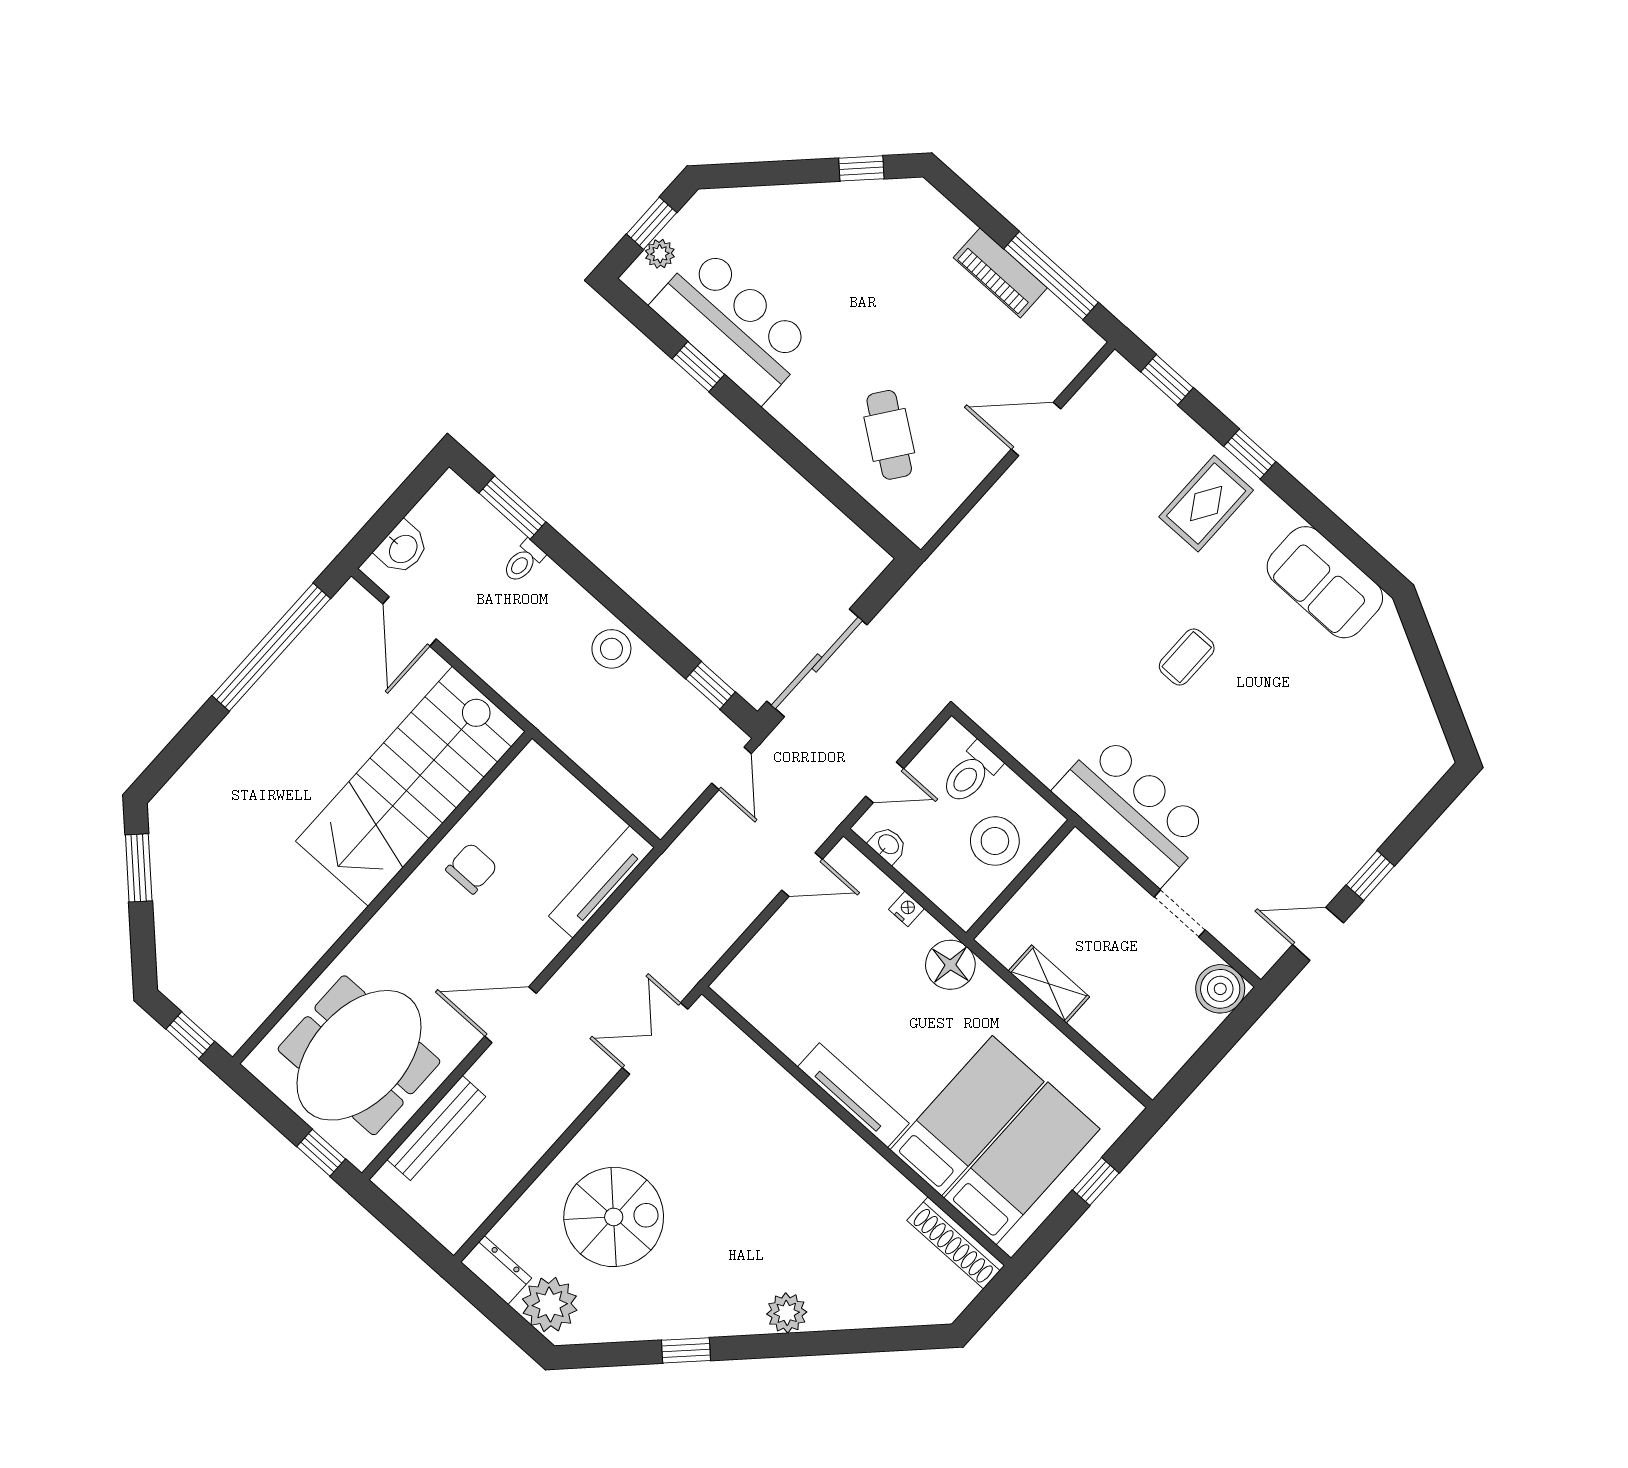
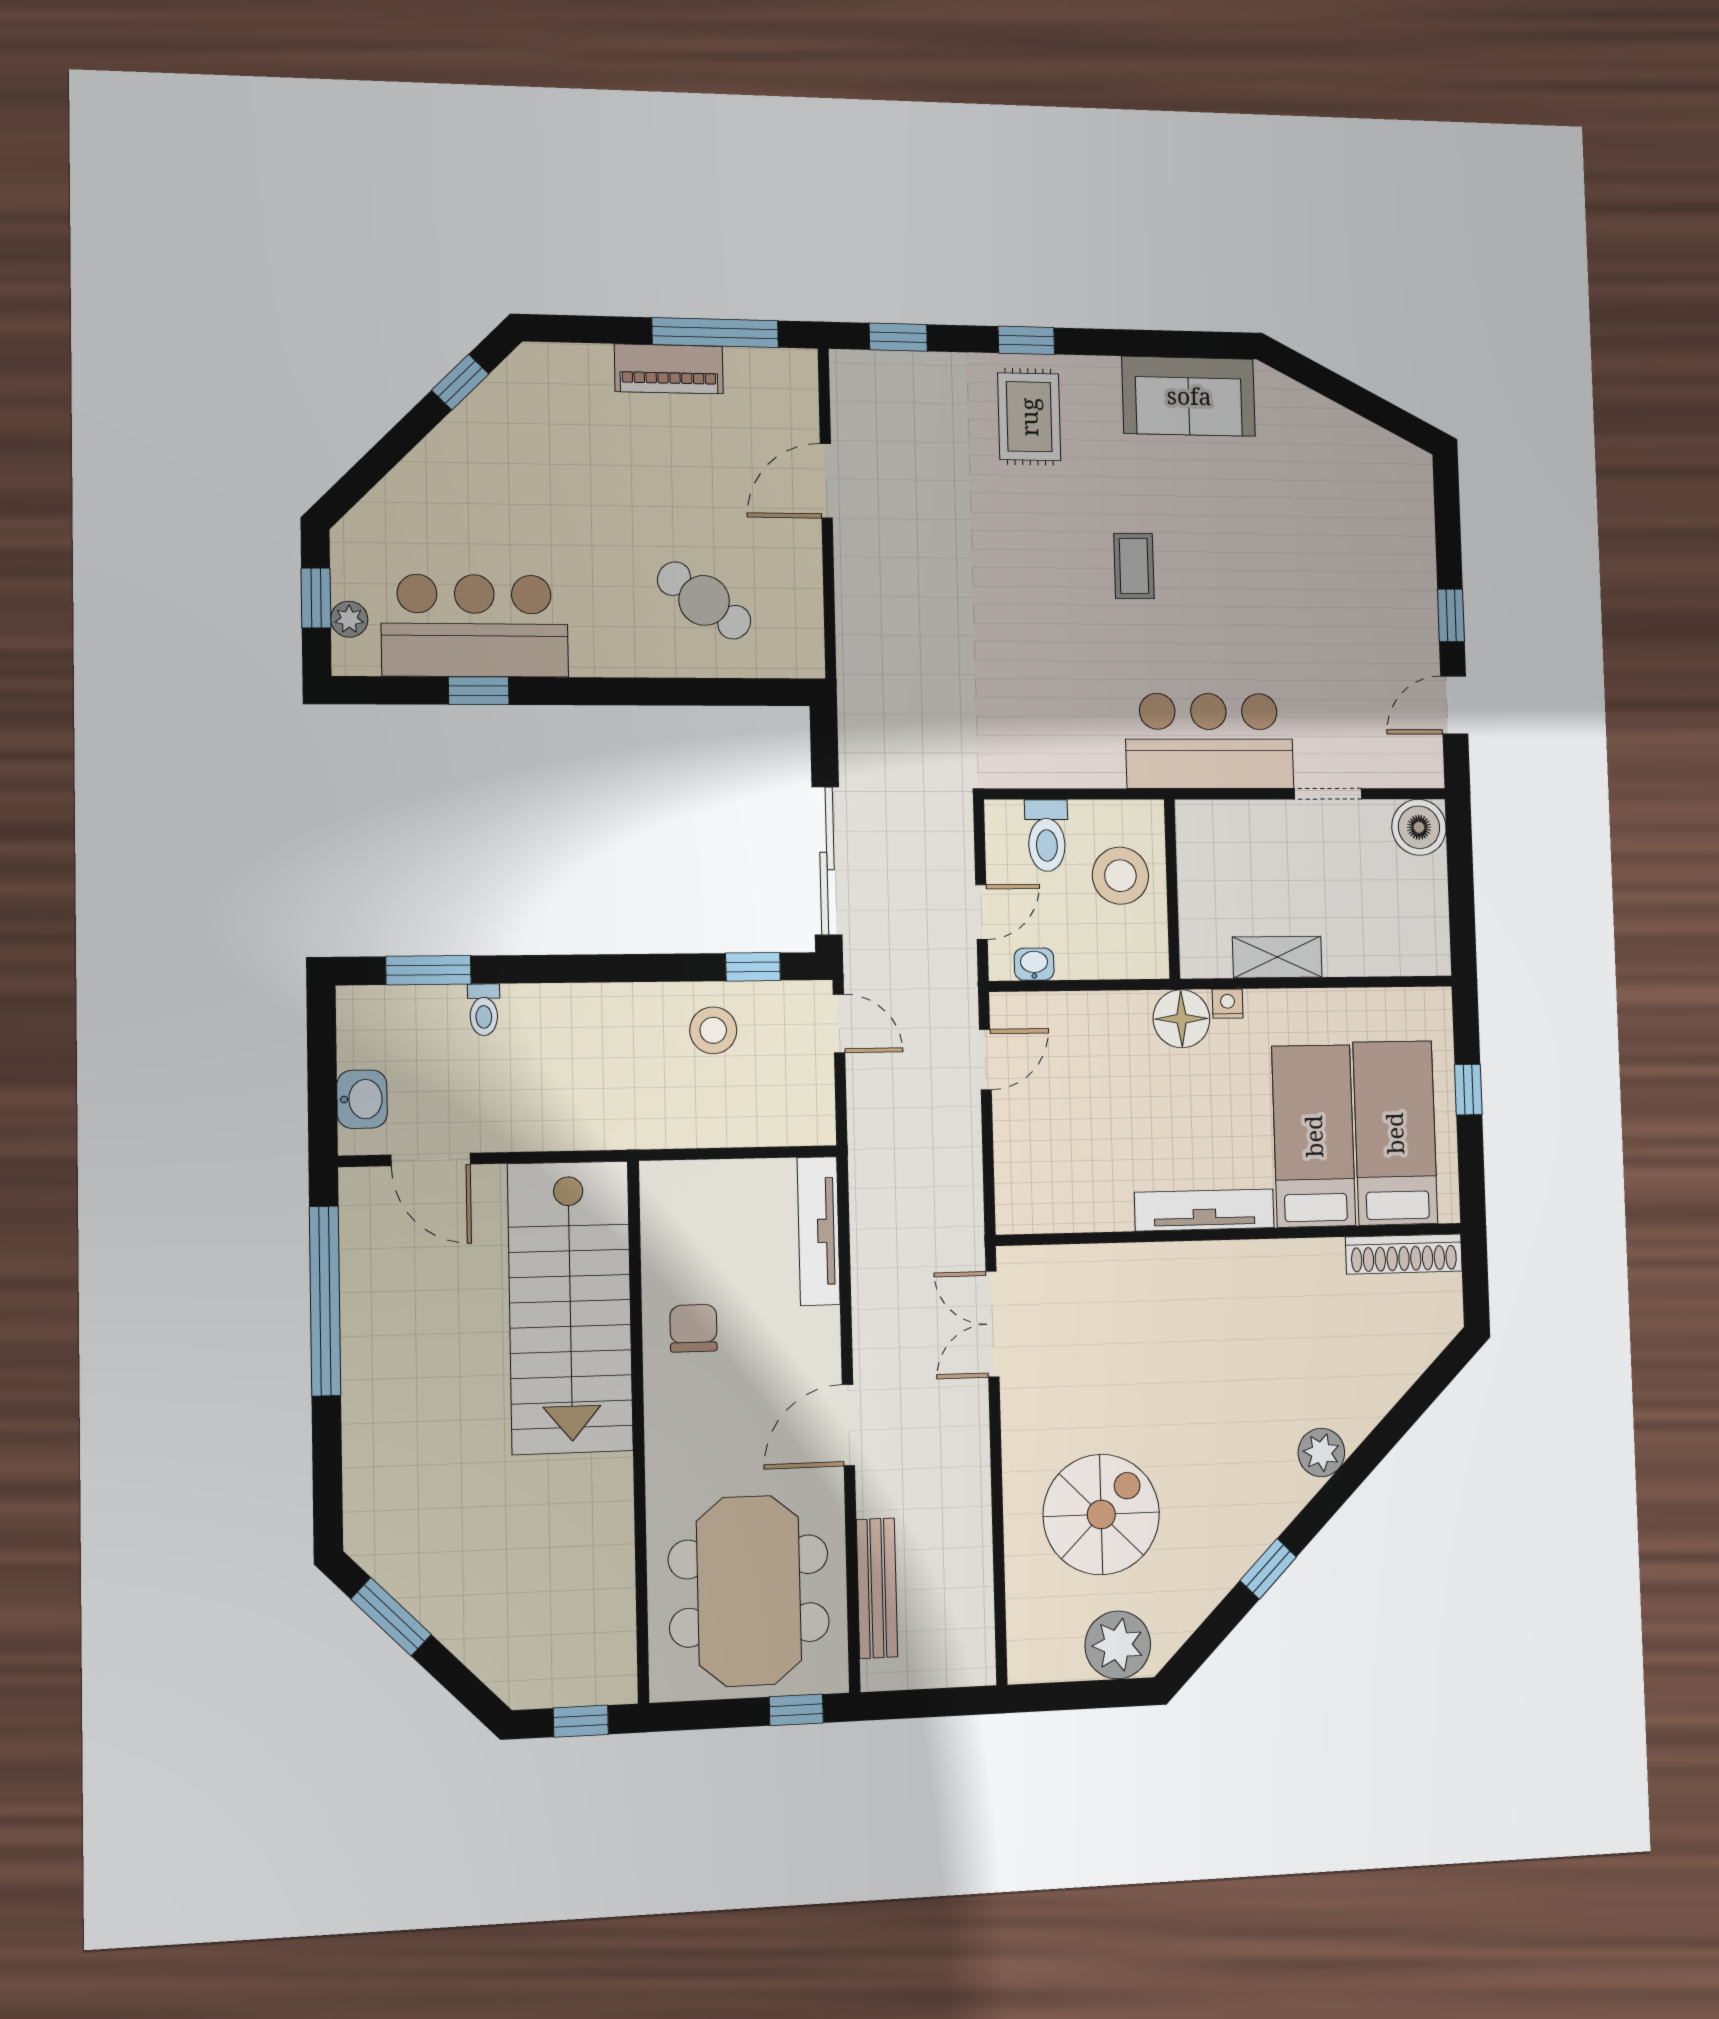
stool: (611, 649) -> (713, 1030), moved
nightstand: (906, 909) -> (1228, 1004), moved
dresser: (496, 1270) -> (1044, 1661), removed

